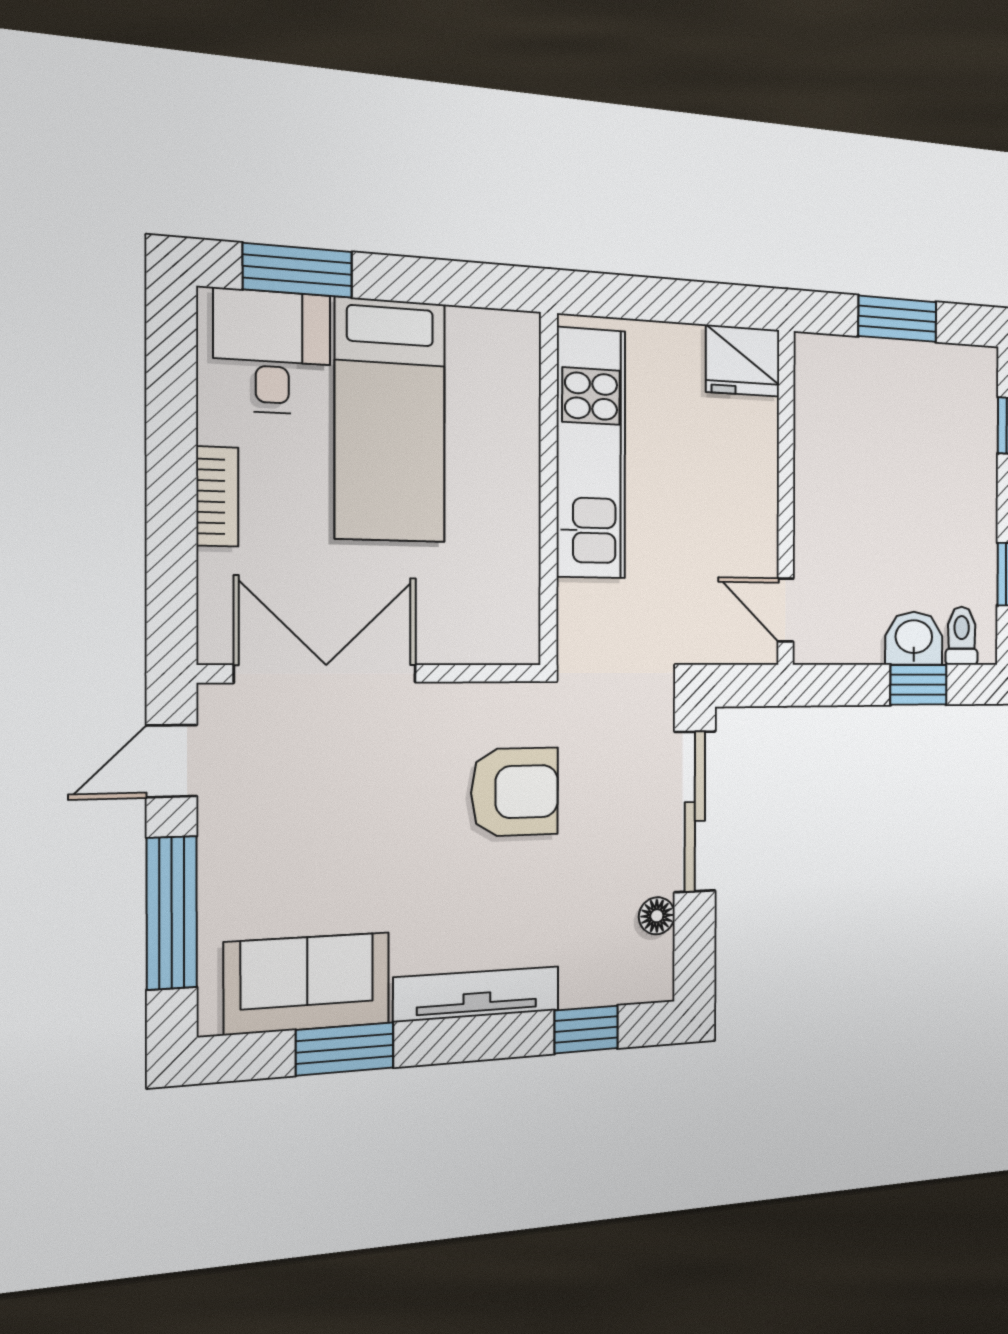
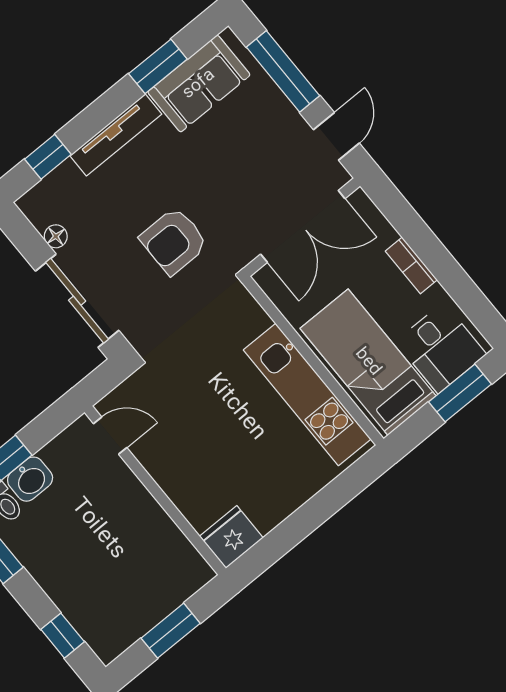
kitchen unit: (591, 453) -> (307, 394), moved
wall: (549, 489) -> (313, 361), moved

